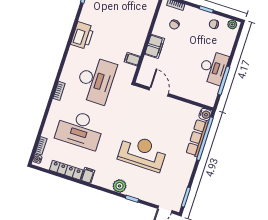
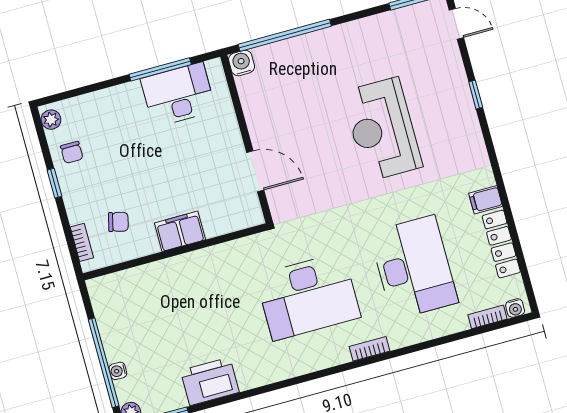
printer: (82, 36) -> (210, 381), moved
filing cabinet: (132, 59) -> (228, 256), removed
desk: (213, 68) -> (178, 95), moved
desk: (96, 80) -> (308, 296), turned 180
door: (159, 92) -> (255, 171), swing flipped
row of seats: (197, 138) -> (292, 50), removed
plant: (120, 186) -> (467, 131), removed

